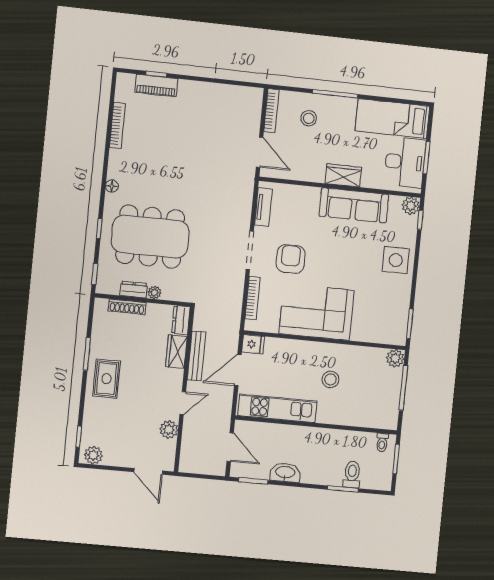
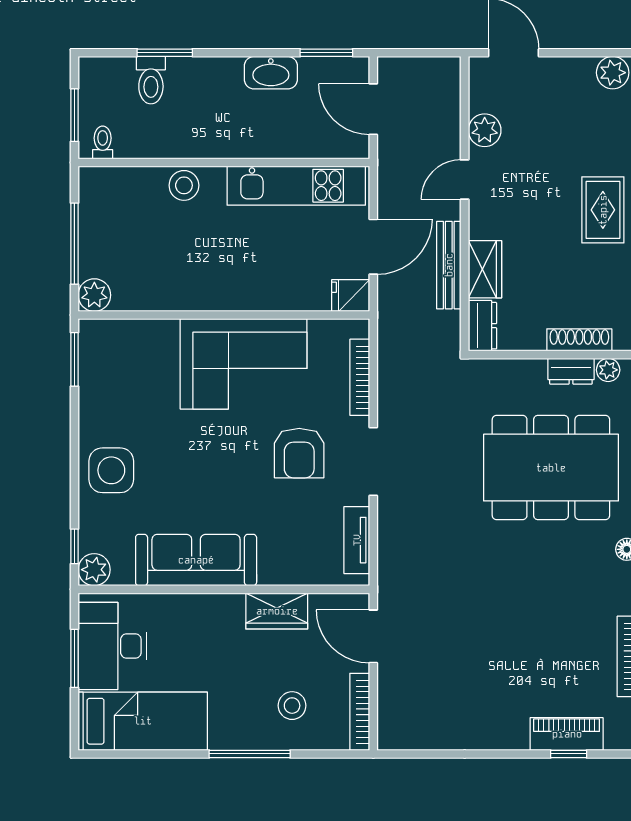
wardrobe: (343, 175) -> (277, 611), moved
plant: (154, 292) -> (608, 370), moved
stool: (330, 379) -> (184, 185), moved

